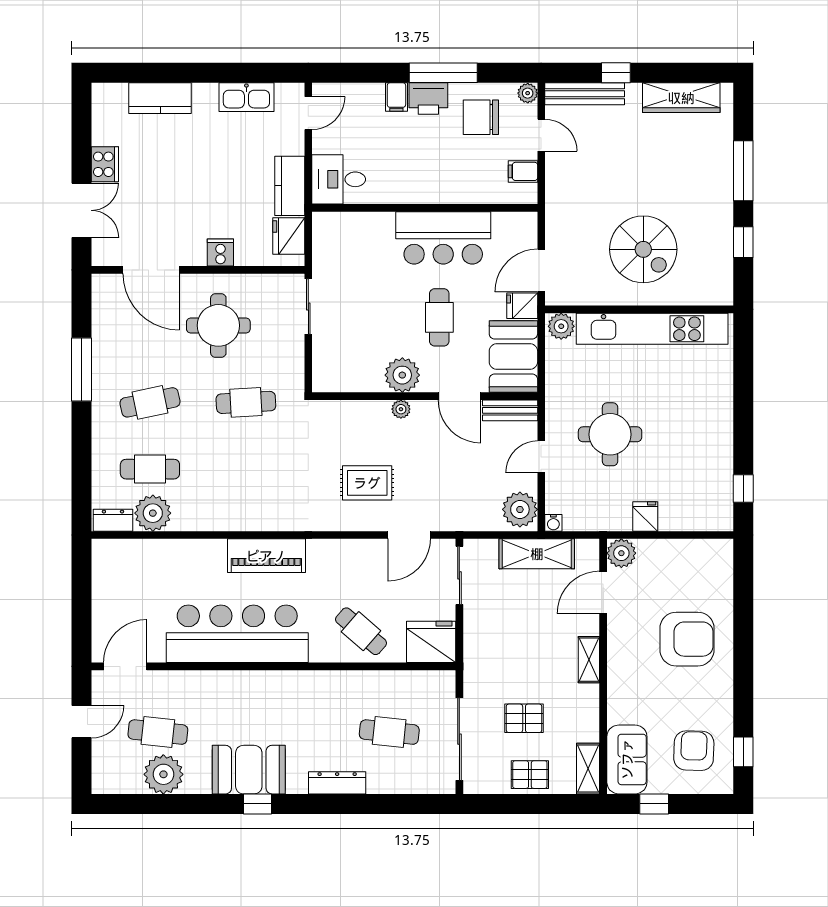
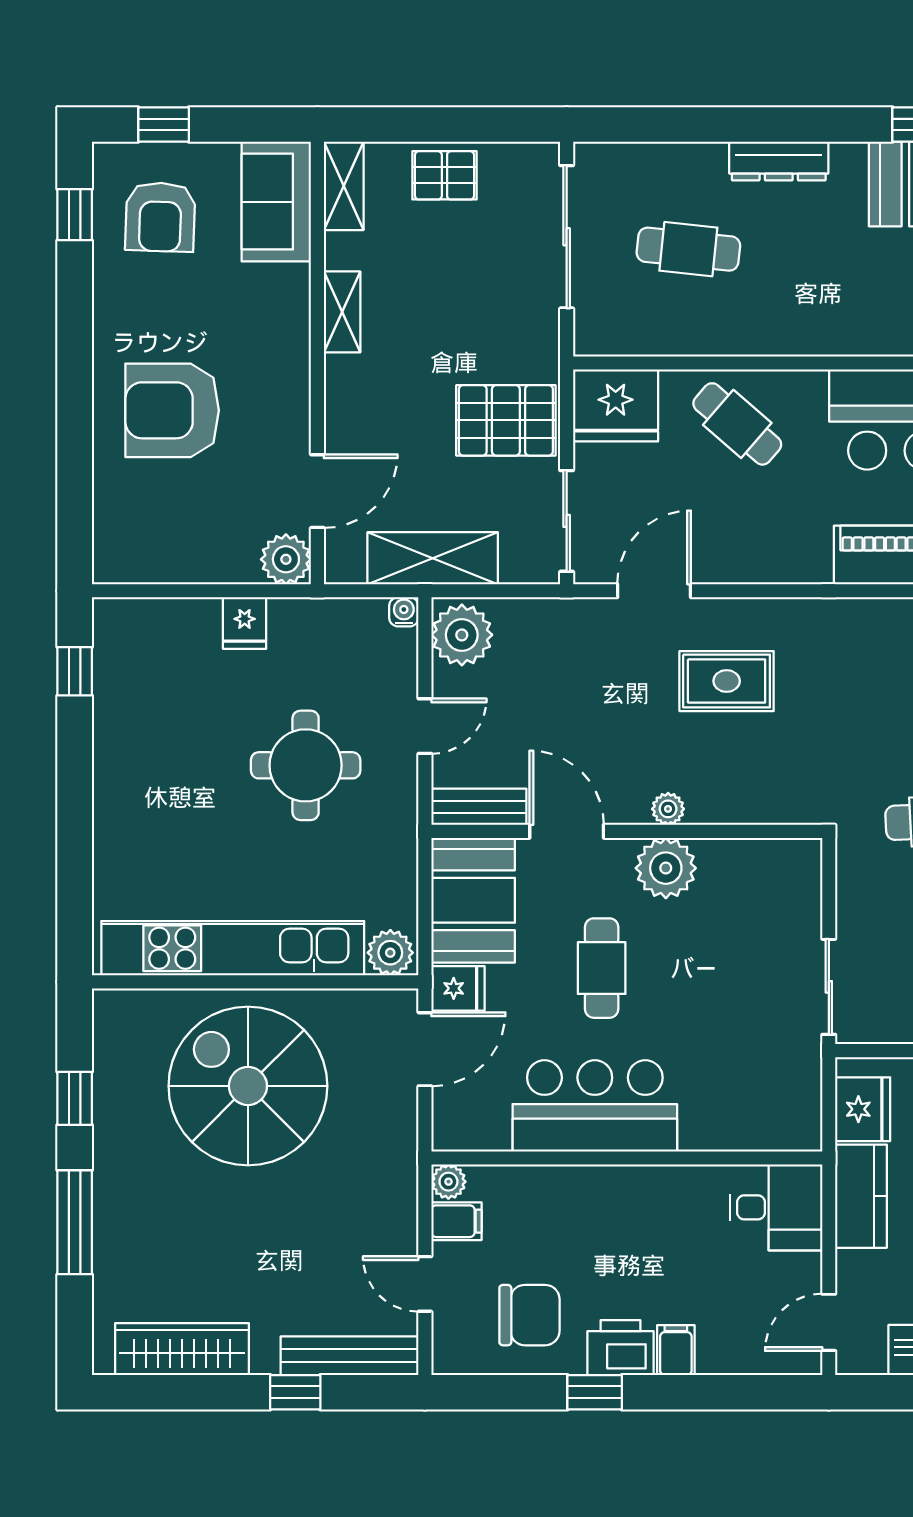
window: (443, 73) -> (595, 1392), width x0.46
plant: (528, 93) -> (448, 1182), moved
spiral stairs: (643, 249) -> (248, 1086), width x1.37, depth x1.37
shelving: (589, 660) -> (342, 312), moved
pallet: (524, 718) -> (506, 420), moved, width x1.50, depth x1.42
window: (654, 804) -> (164, 125), moved

